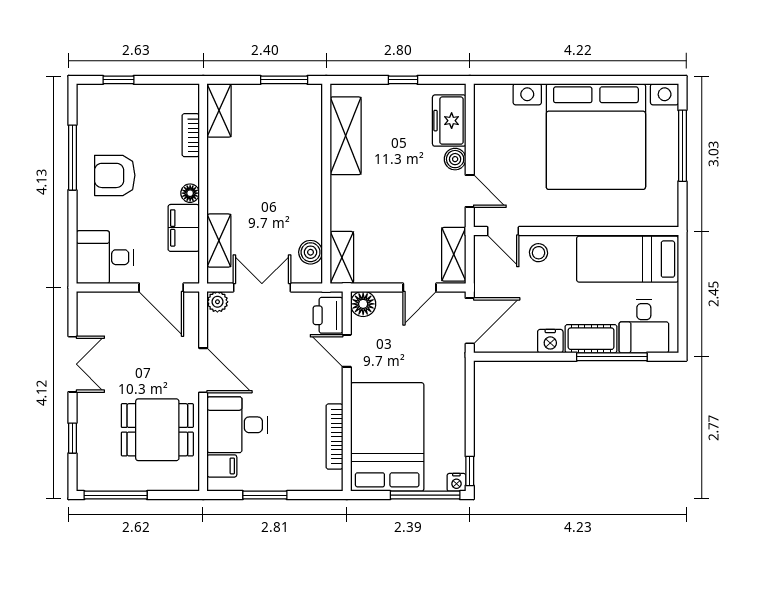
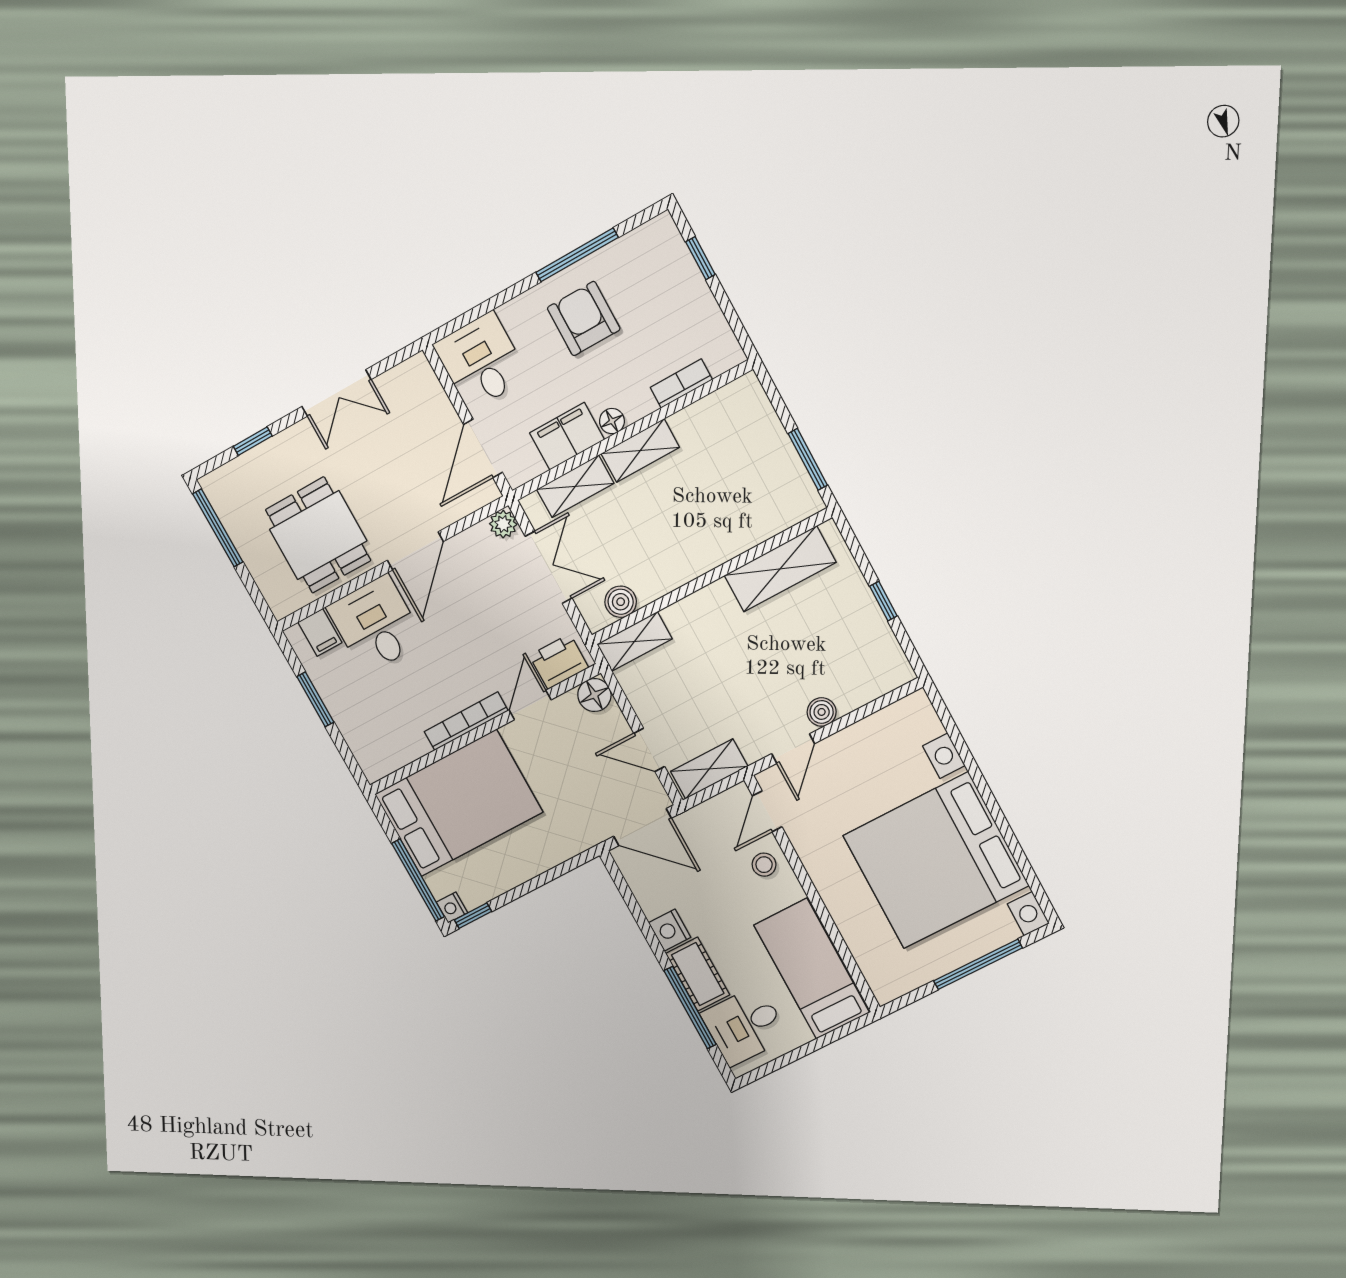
shelving: (219, 110) -> (640, 451), moved
freezer: (449, 121) -> (864, 681), removed
bookcase: (334, 437) -> (466, 721), moved

